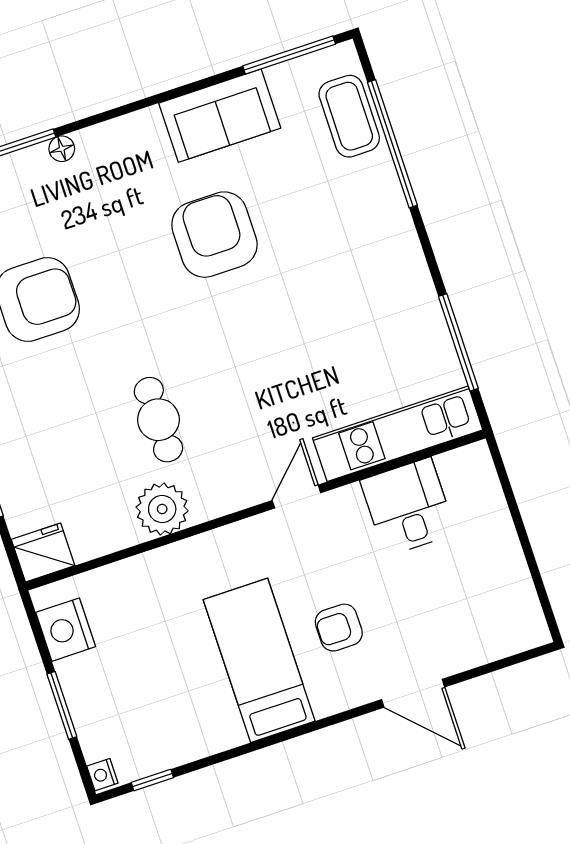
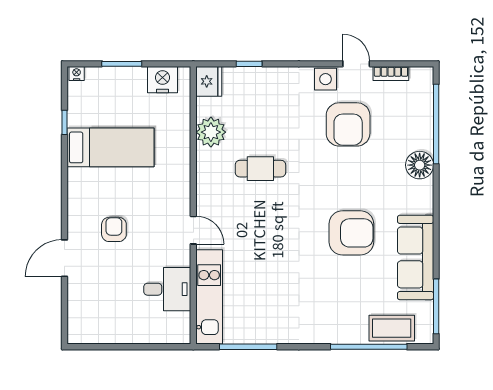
sofa: (220, 116) -> (416, 257), width x1.36
floor lamp: (62, 149) -> (420, 165), width x1.89, depth x1.89
plant: (162, 509) -> (211, 132), moved
bed: (259, 660) -> (110, 147), moved
window: (152, 780) -> (64, 122), moved

